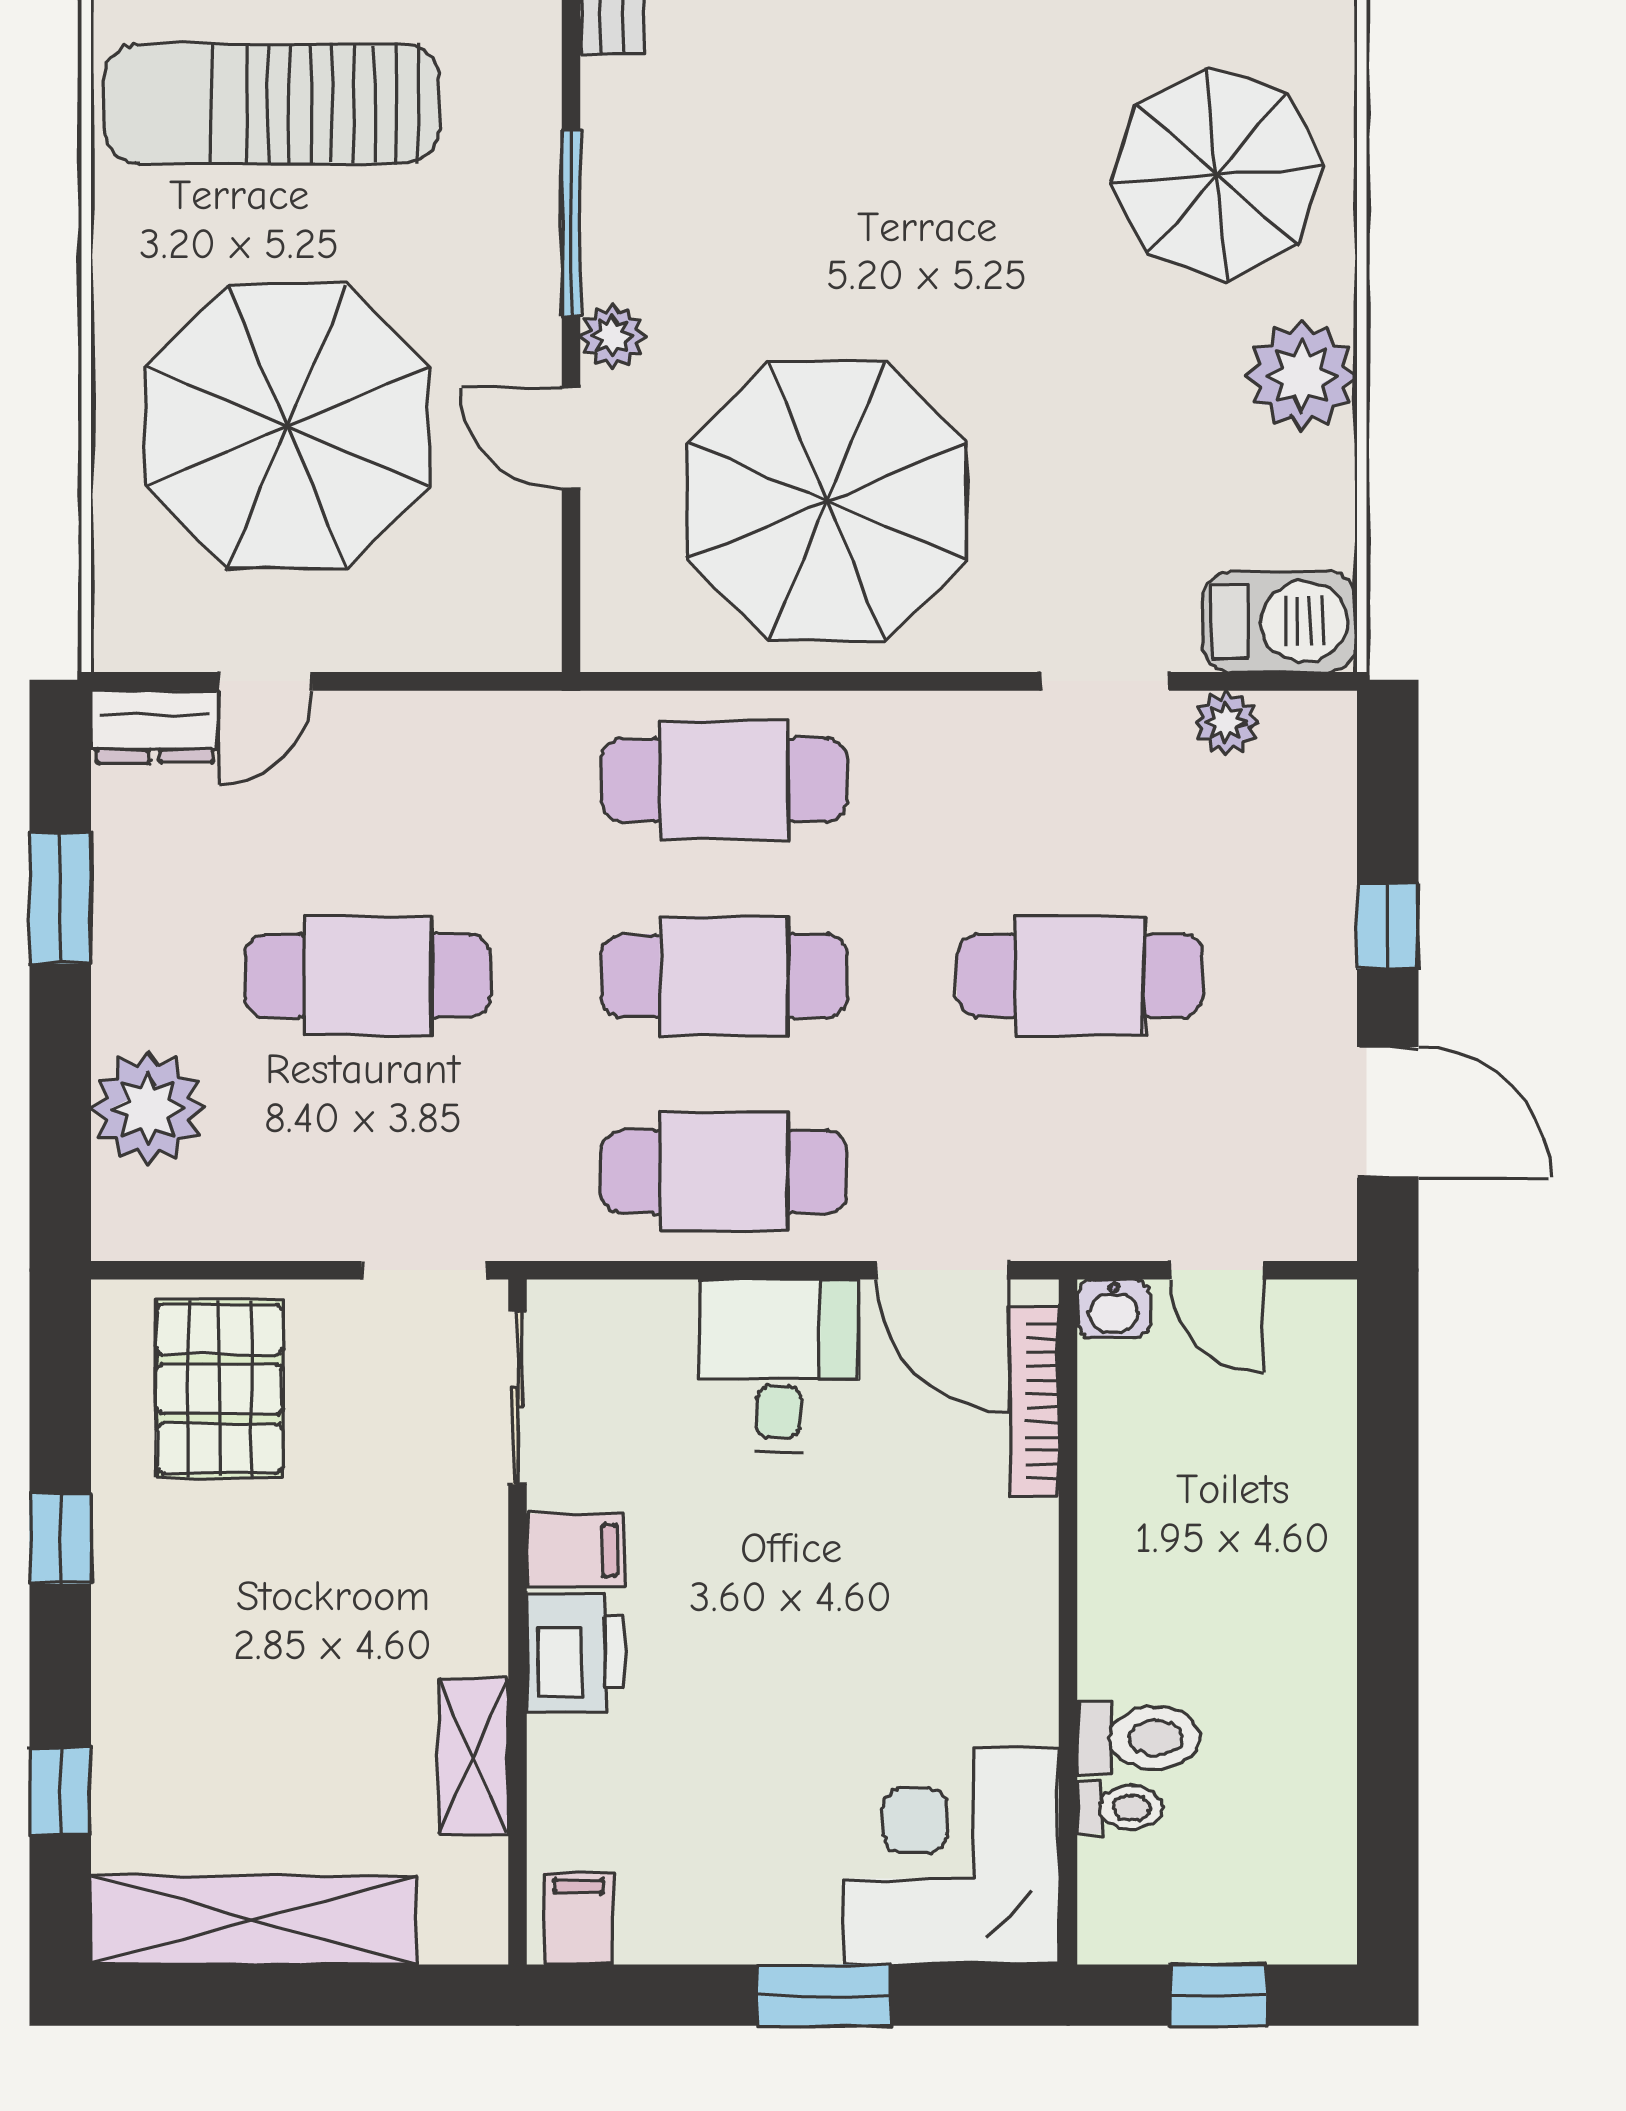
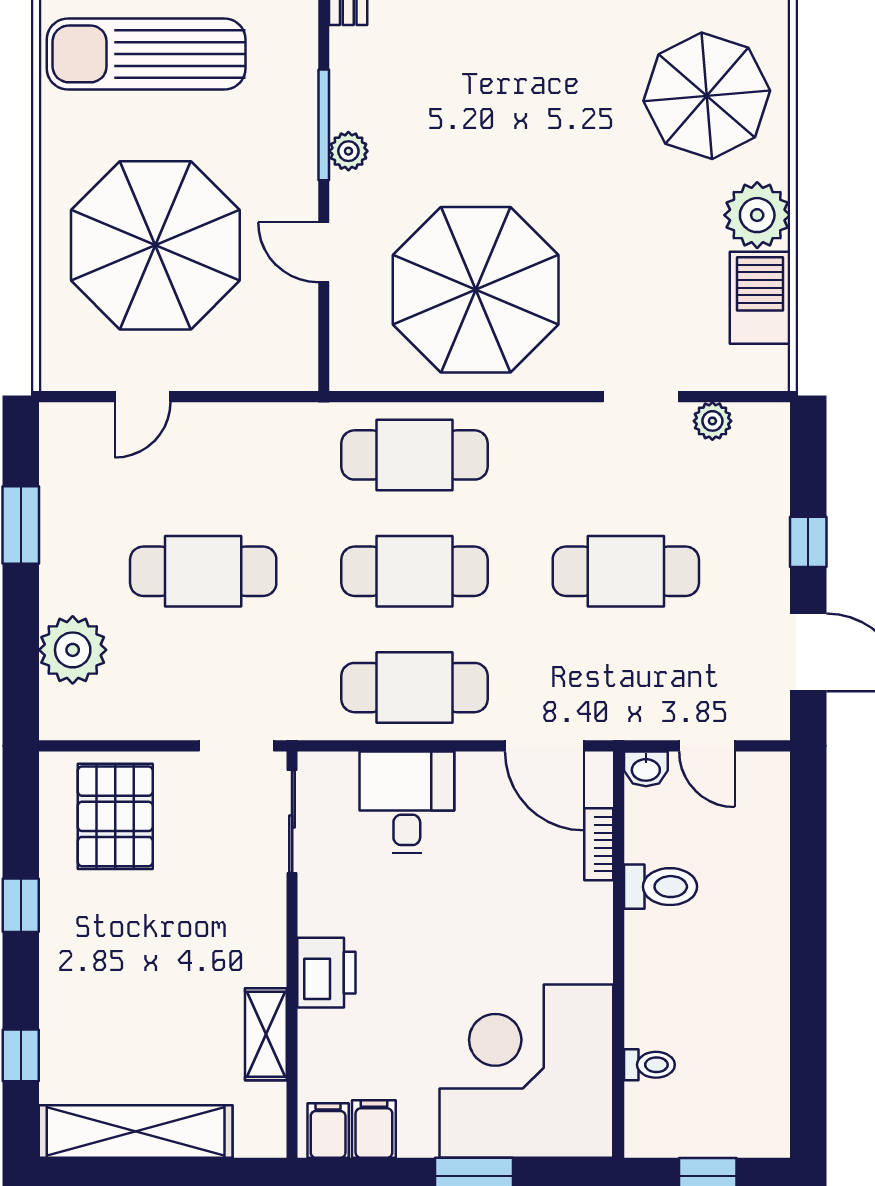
plant: (613, 336) -> (348, 151), moved
barbecue: (1279, 622) -> (760, 298), moved, turned -90
dresser: (154, 726) -> (77, 423), removed
desk: (779, 1365) -> (407, 802), moved
bookcase: (1034, 1402) -> (599, 844), width x0.64
filing cabinet: (575, 1550) -> (374, 1129), moved, turned -90
toilet: (1139, 1738) -> (661, 887), moved
corner desk: (951, 1857) -> (526, 1071), width x1.36, depth x1.36

